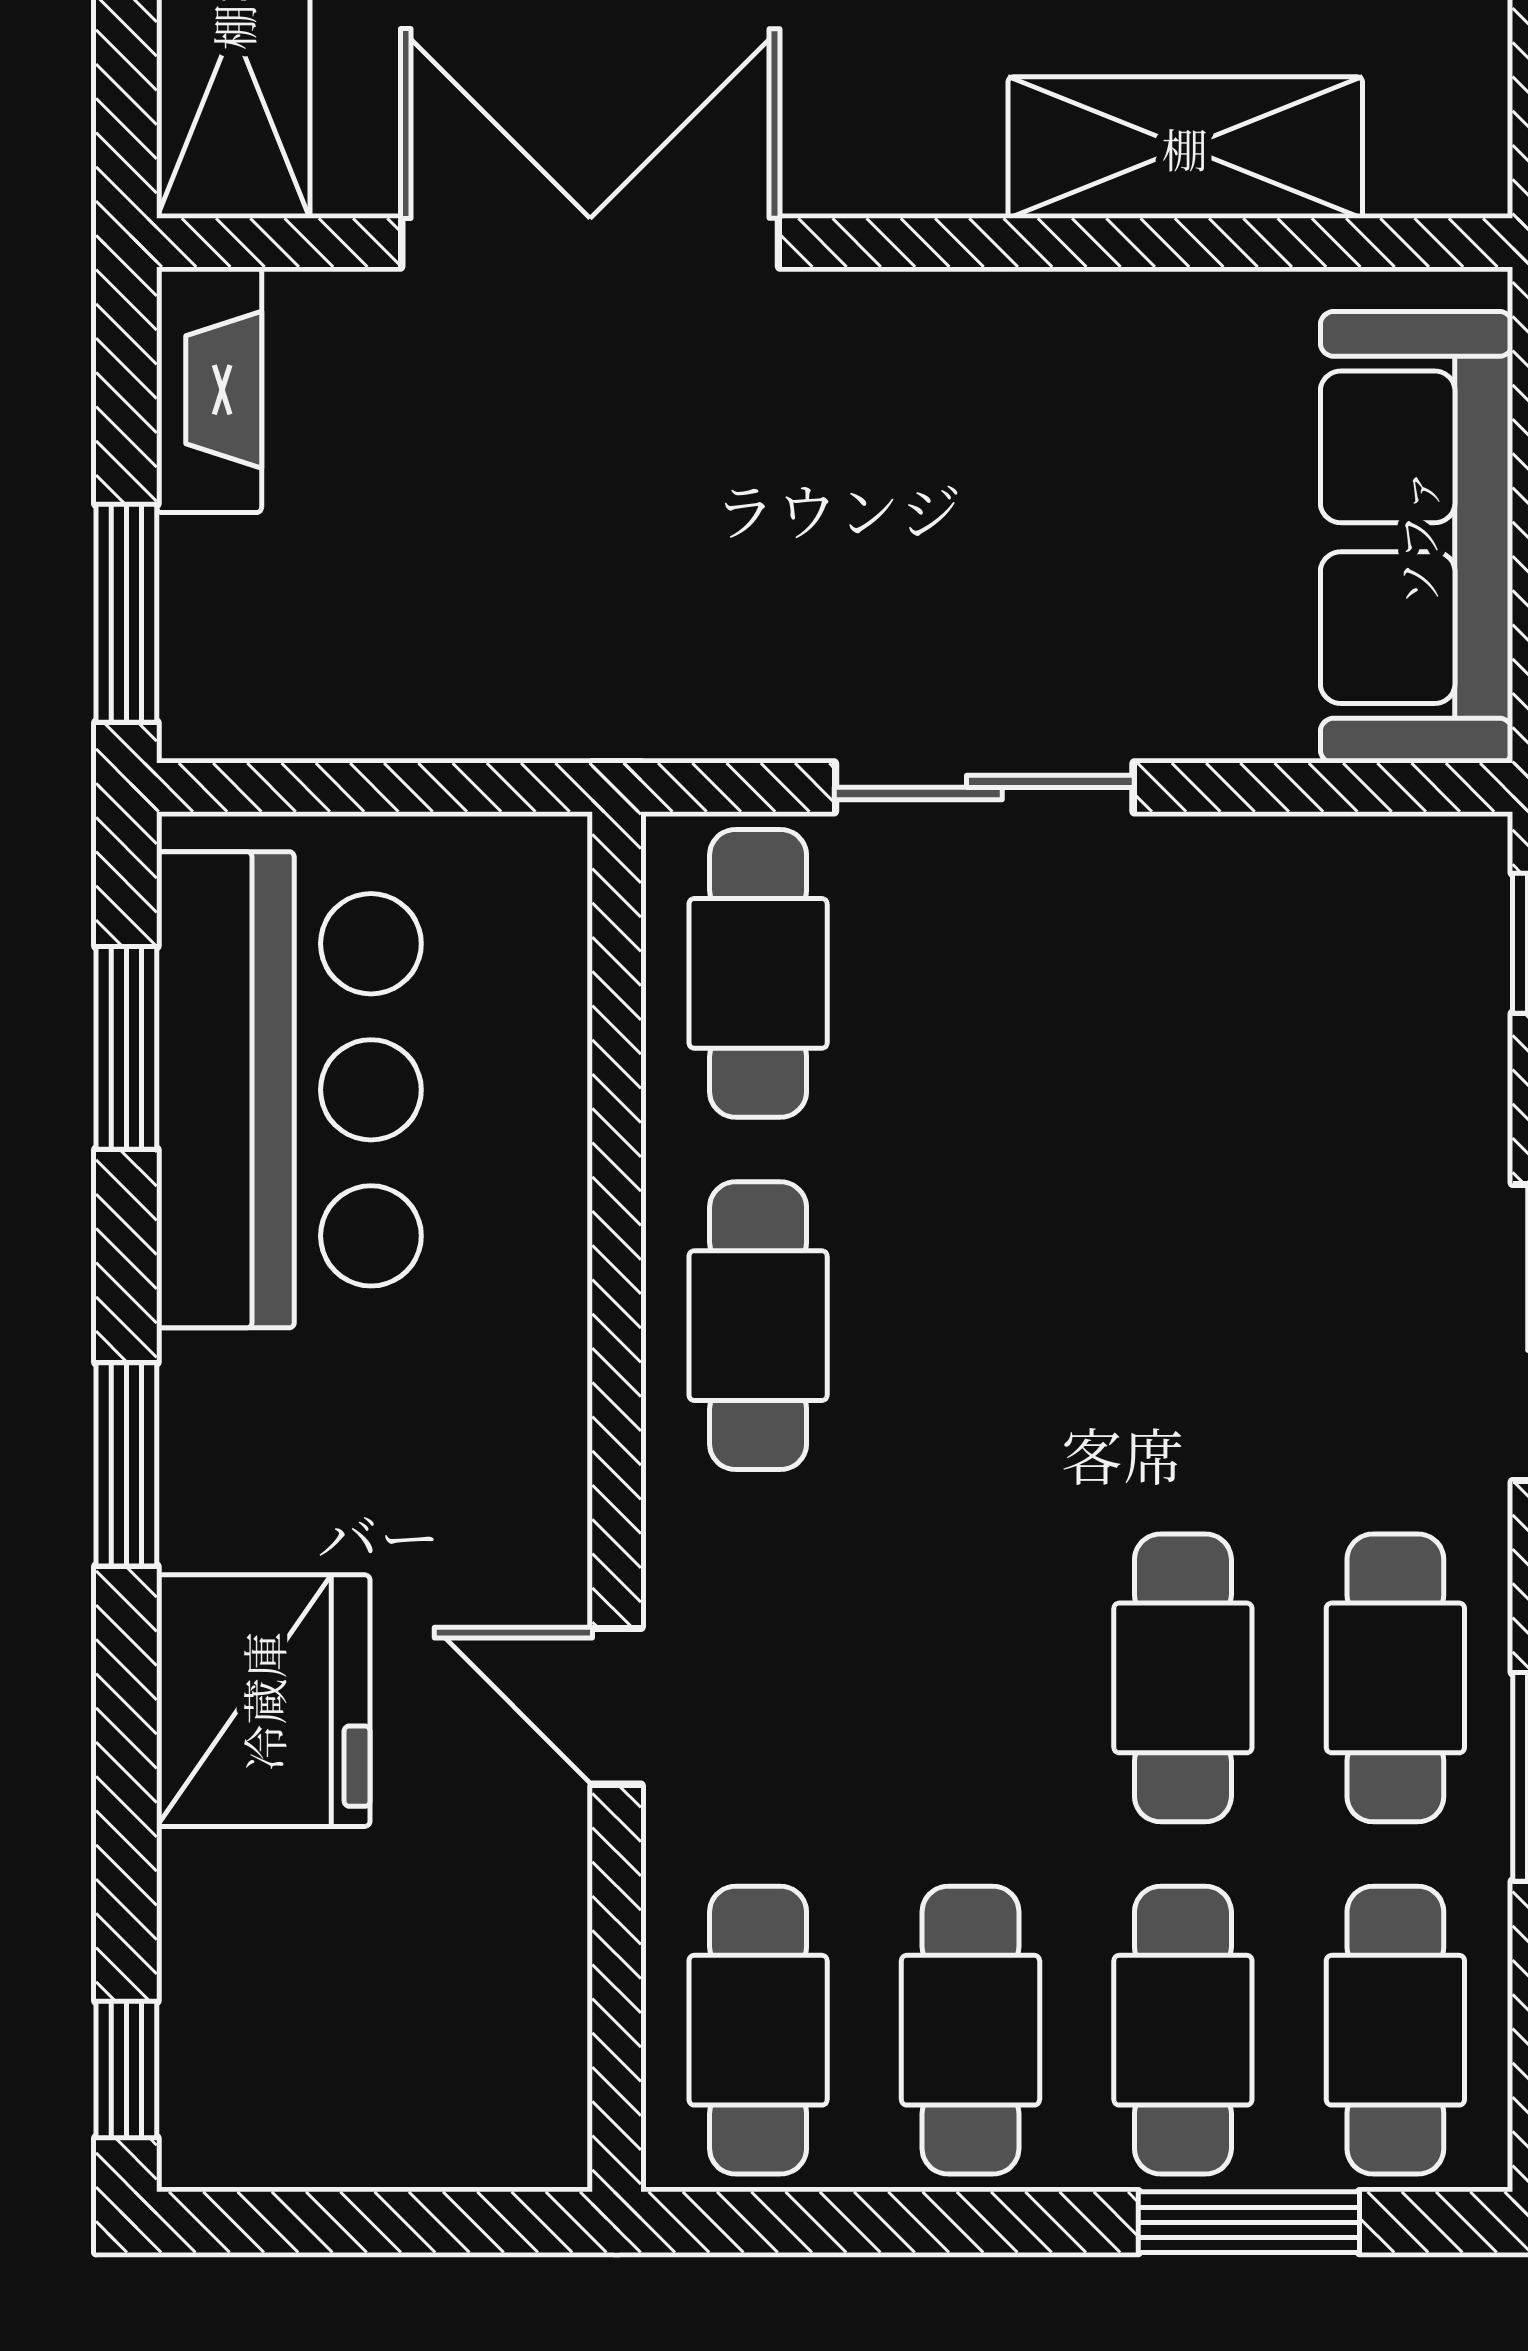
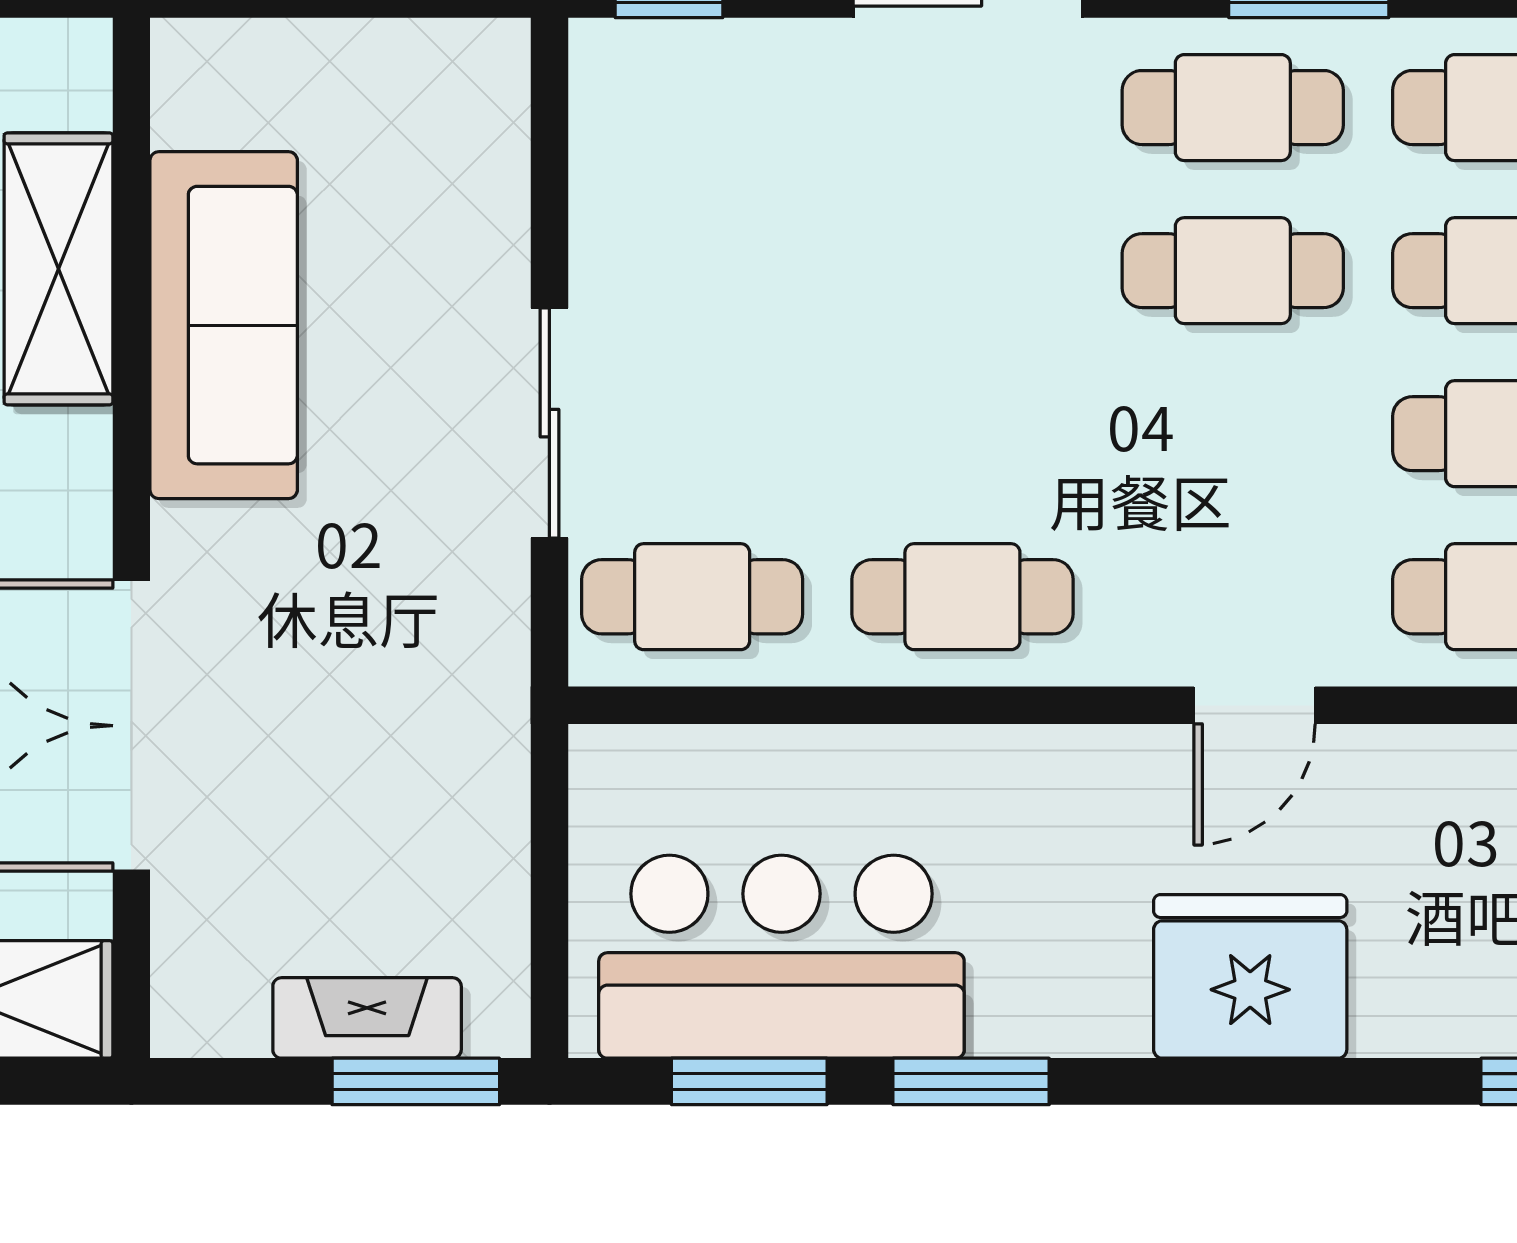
fireplace: (209, 390) -> (367, 1018), moved
sofa: (1417, 537) -> (224, 325), moved, turned -90
window: (126, 1464) -> (971, 1081), moved

